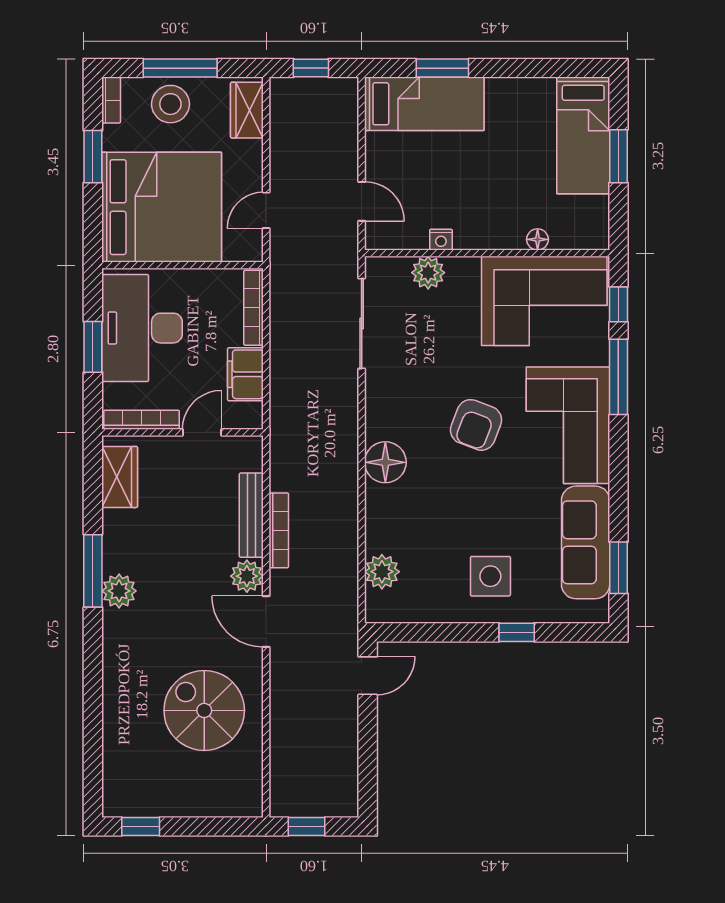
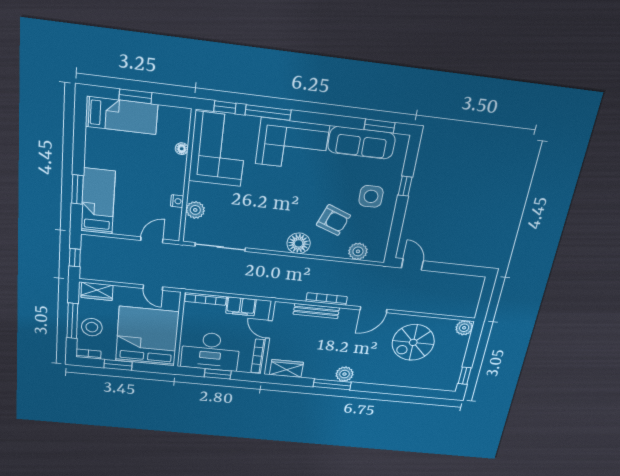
armchair: (476, 425) -> (333, 220), moved
plant: (247, 576) -> (464, 328), moved
window: (307, 826) -> (484, 302), removed

